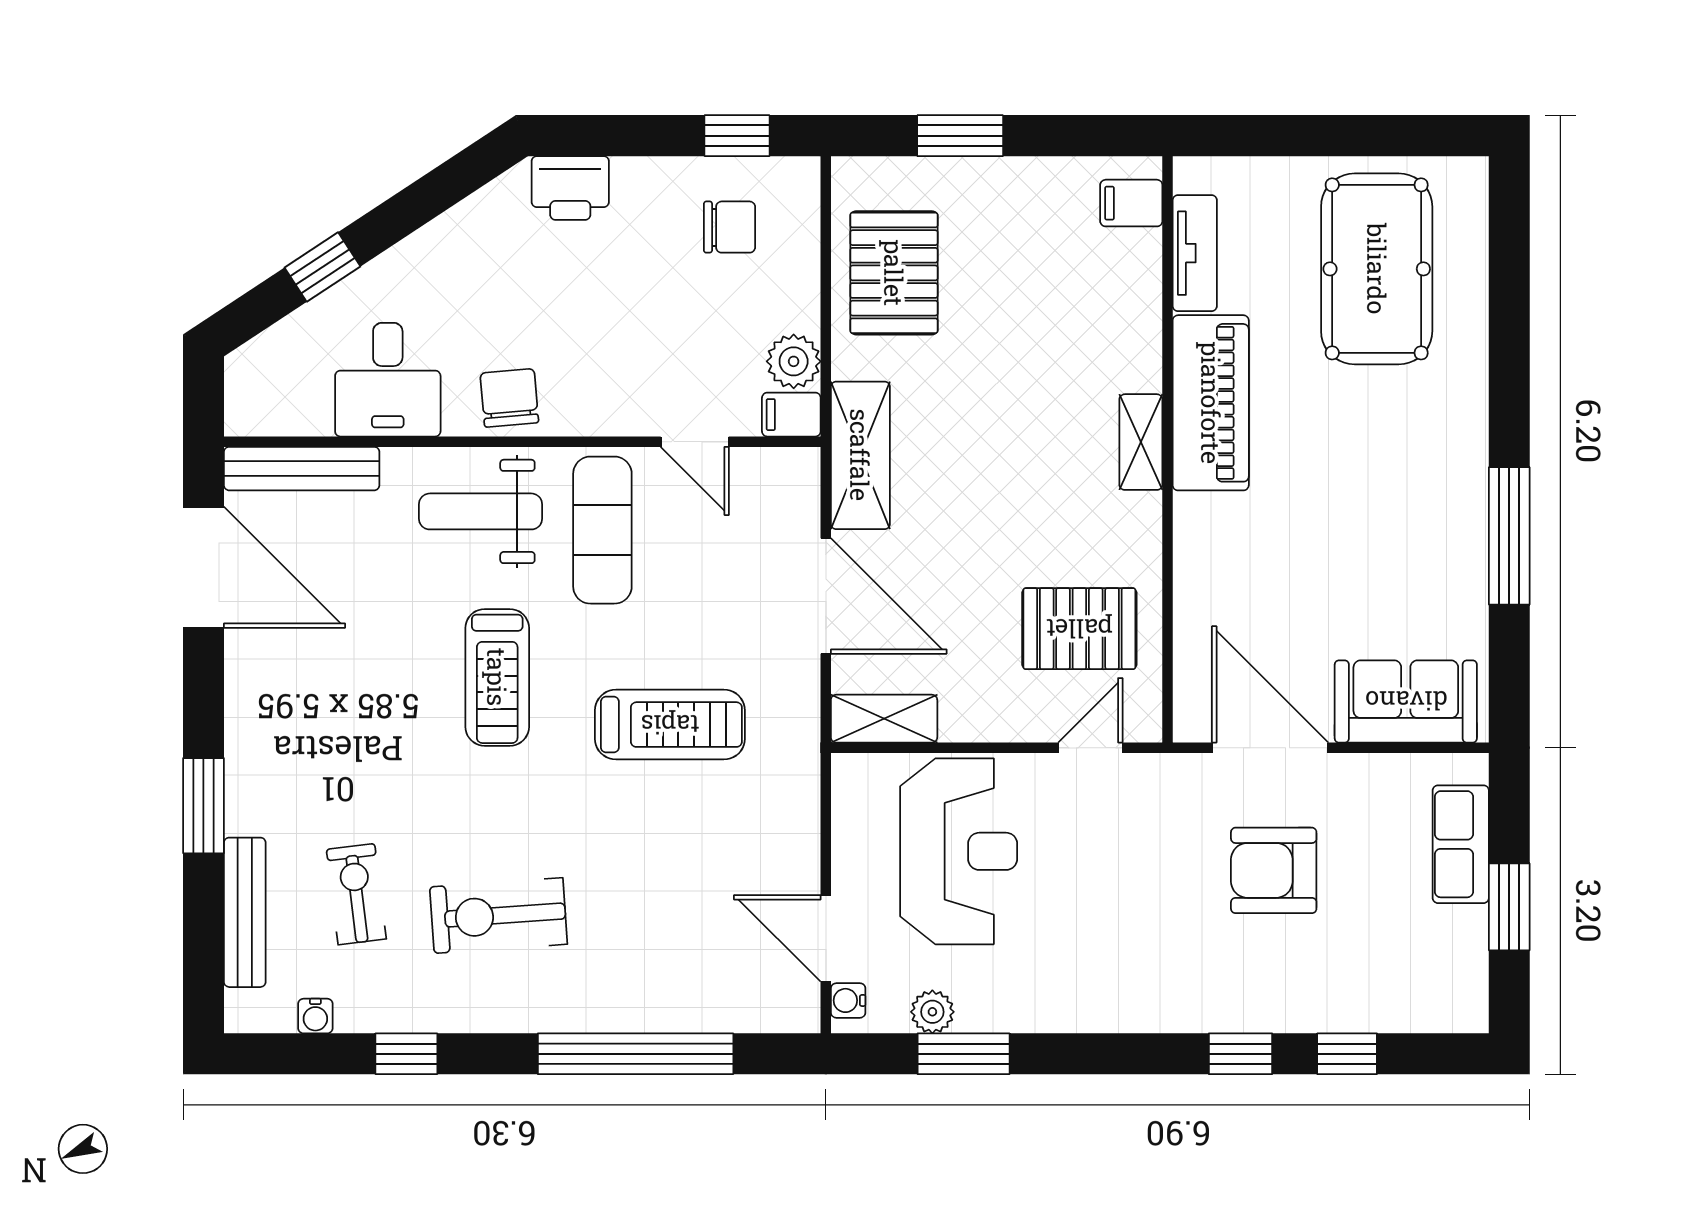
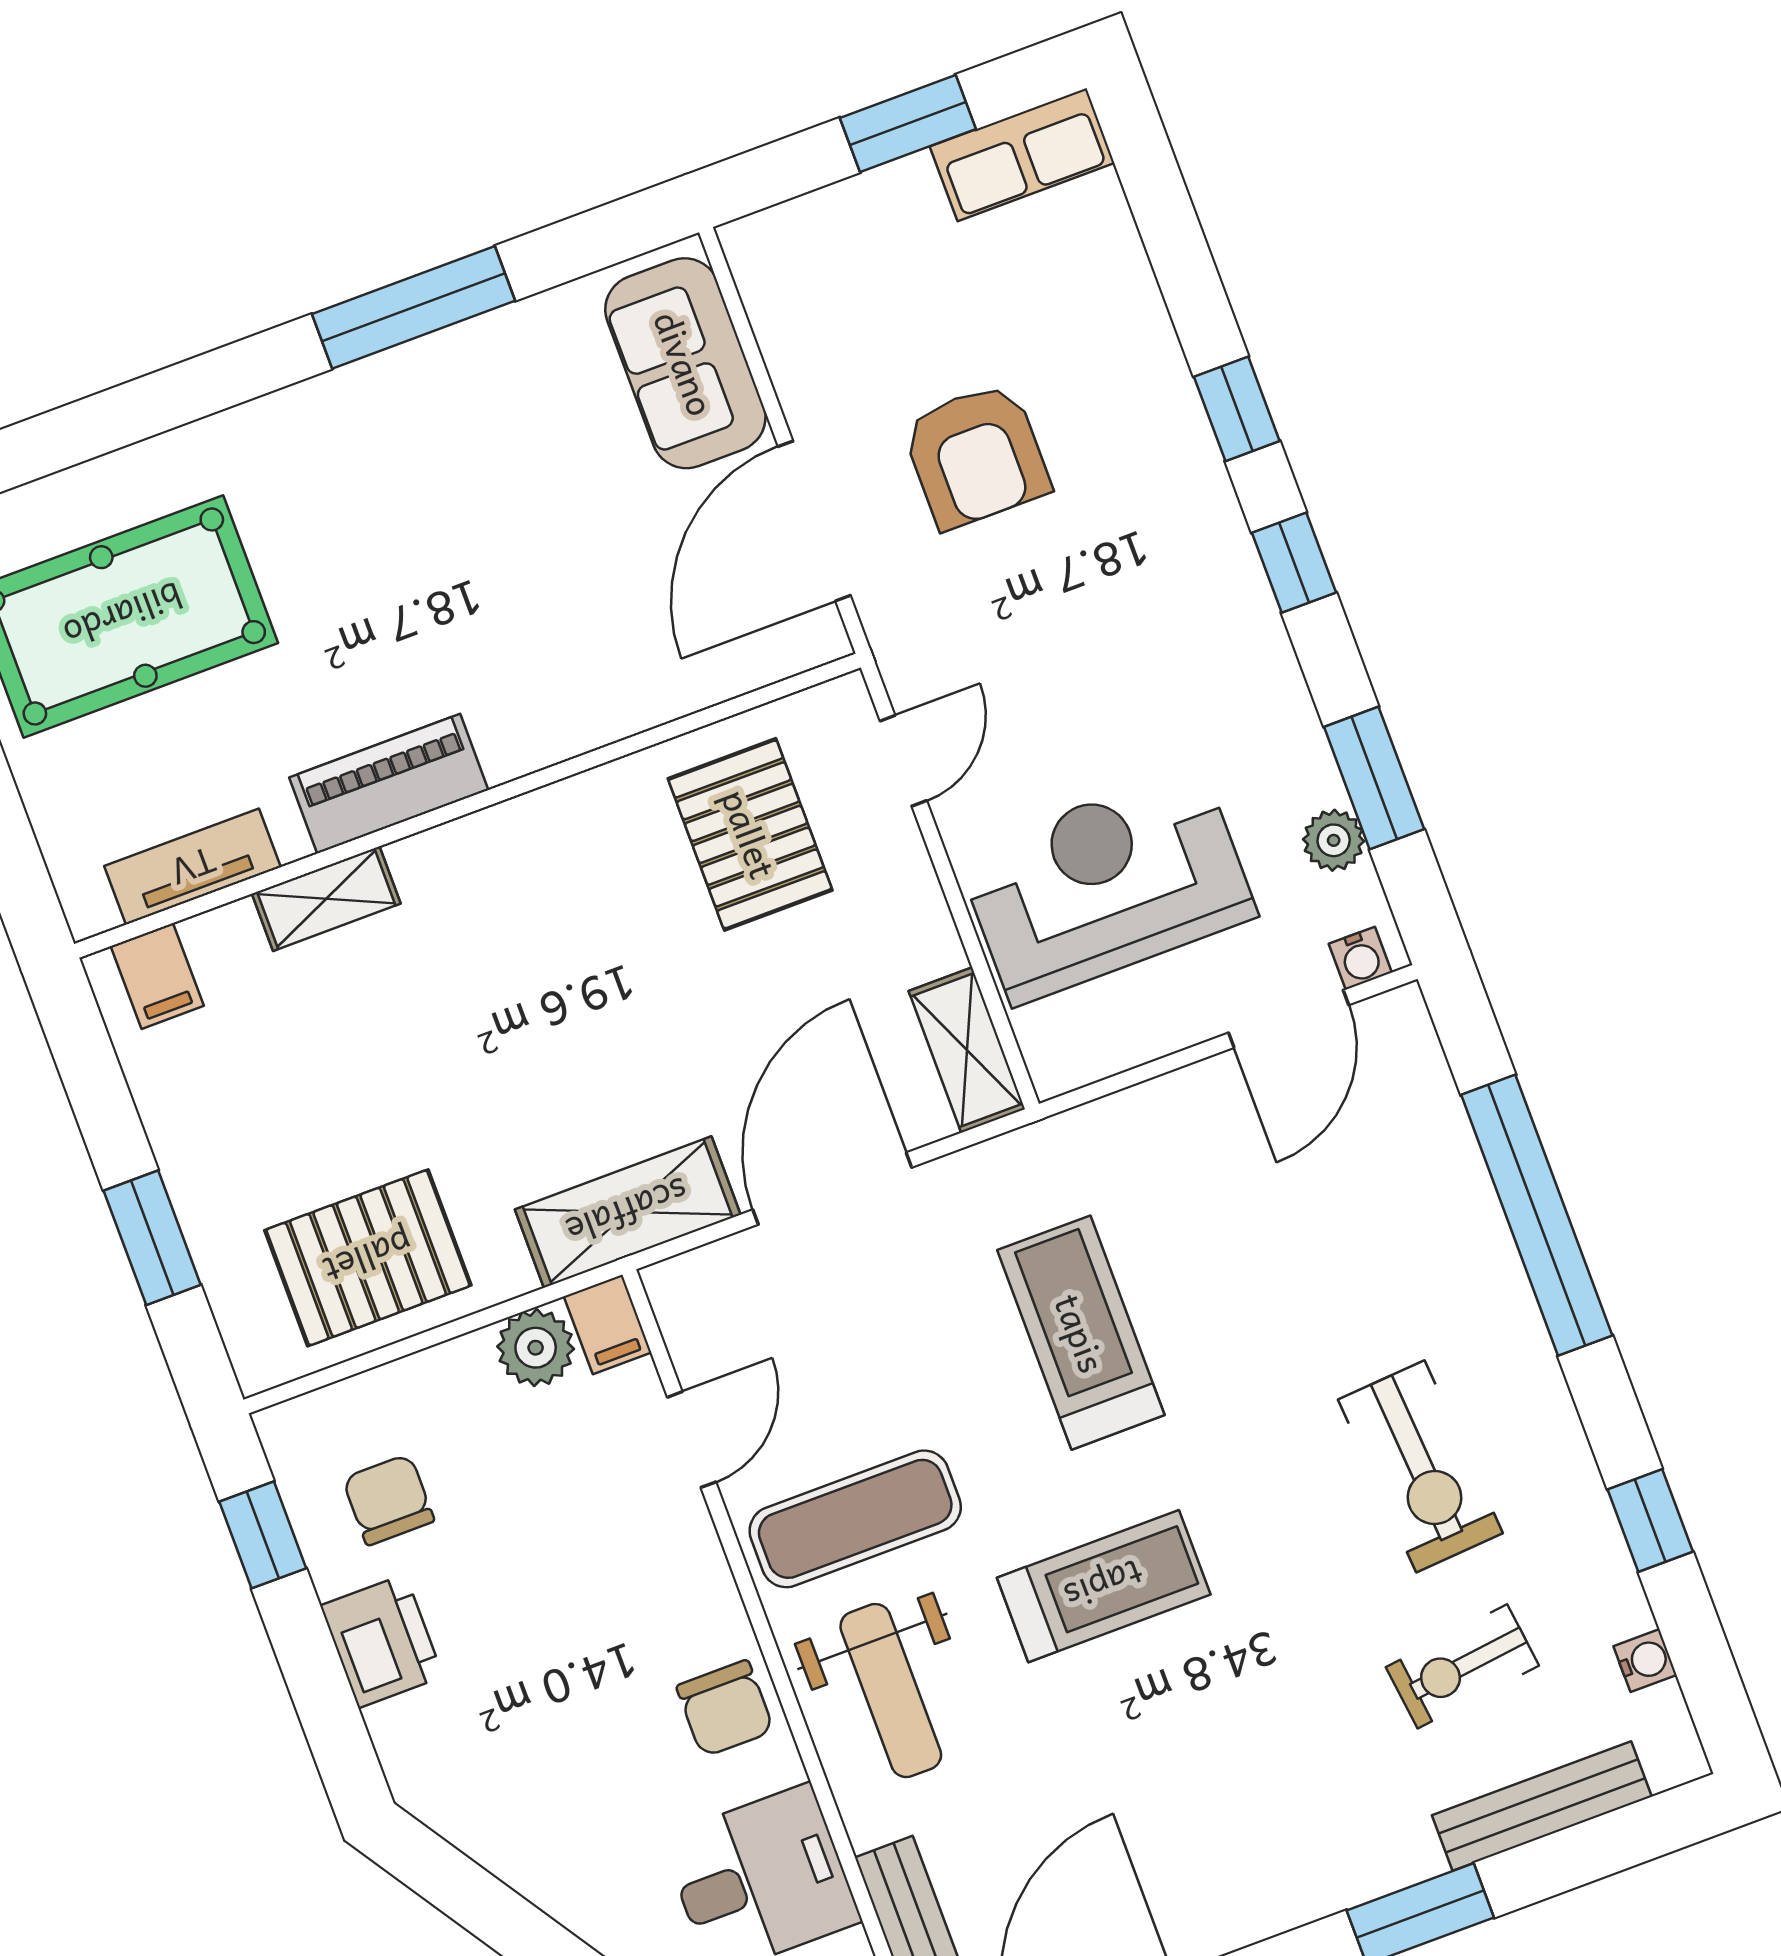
printer: (570, 188) -> (382, 1641), moved
chair: (509, 398) -> (725, 1708), turned -85
piano: (1211, 403) -> (389, 784), width x0.73, depth x0.75
shelving: (1141, 442) -> (326, 899), moved
door: (1090, 748) -> (903, 761), swing flipped
row of seats: (1461, 844) -> (1022, 155), moved
window: (1347, 1054) -> (1294, 563), moved

